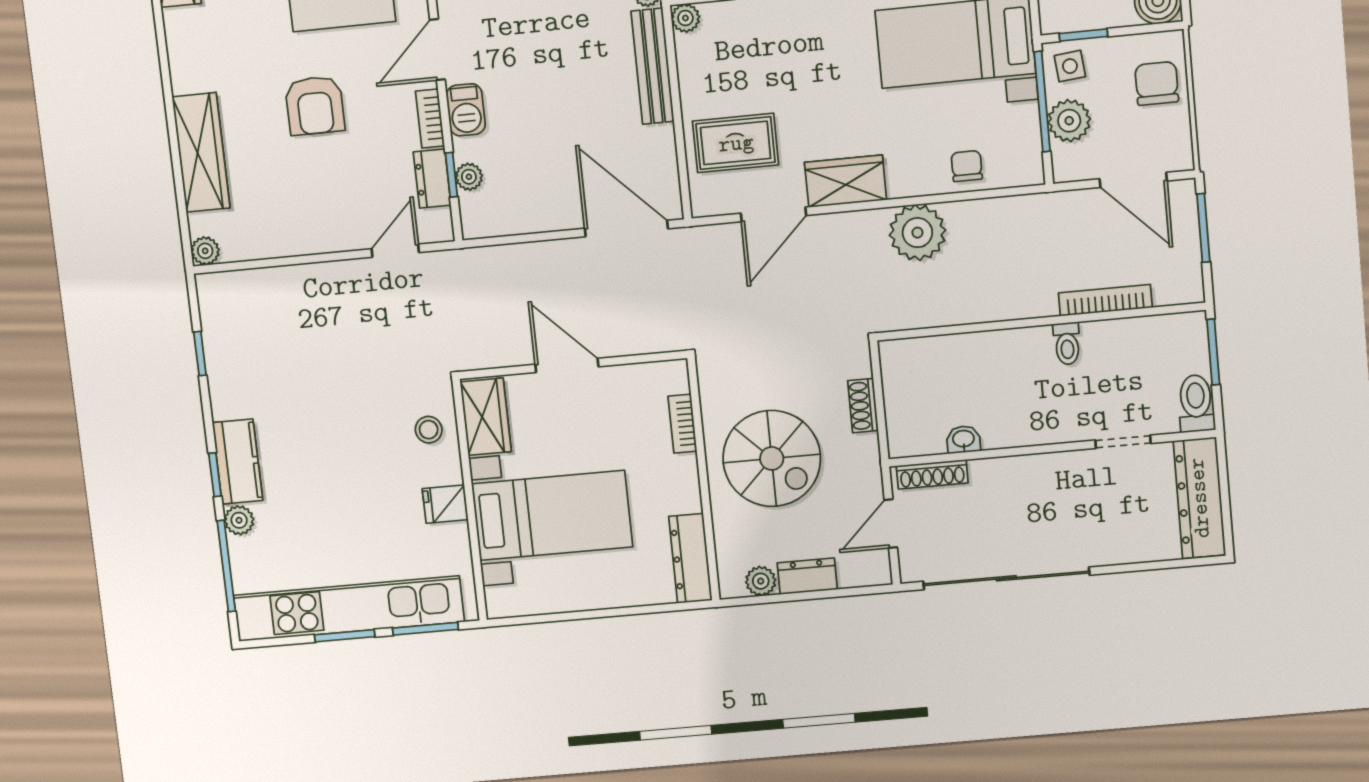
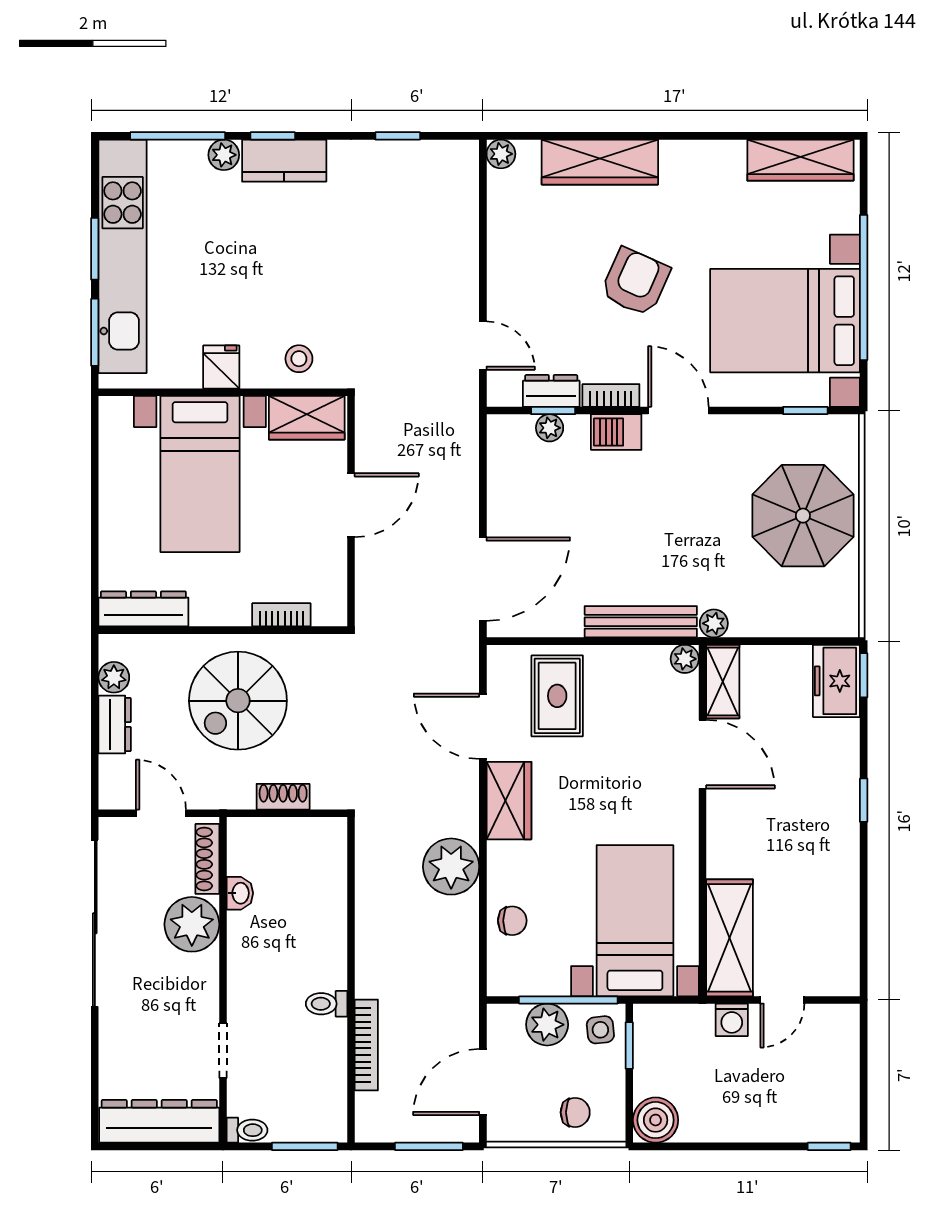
chair: (1157, 83) -> (575, 1112), width x0.73, depth x0.73
armchair: (315, 105) -> (635, 282), turned 114
toilet: (1196, 403) -> (247, 1130), width x0.73, depth x0.72
plant: (999, 484) -> (192, 924), added

